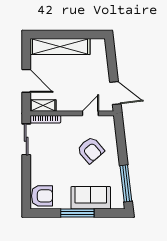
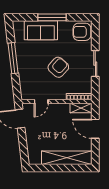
sliding door: (26, 139) -> (95, 64), moved
armchair: (91, 150) -> (58, 67), moved, turned 83
window: (126, 183) -> (13, 58), moved

